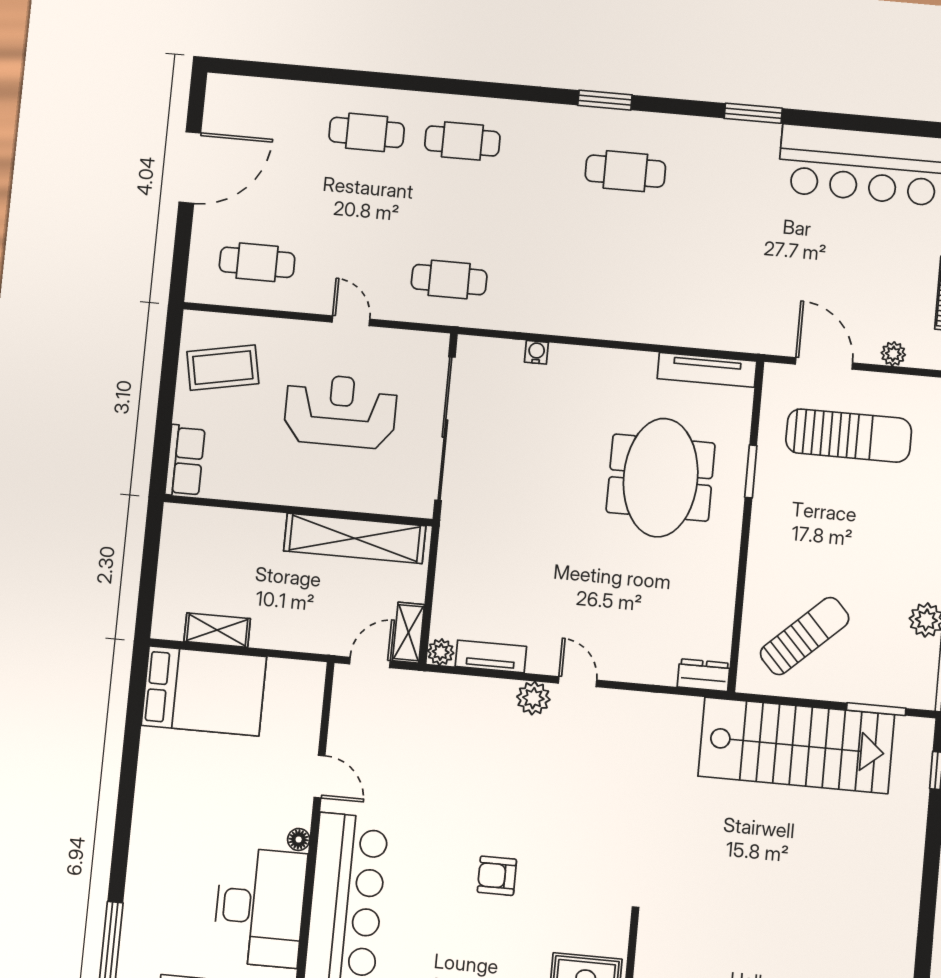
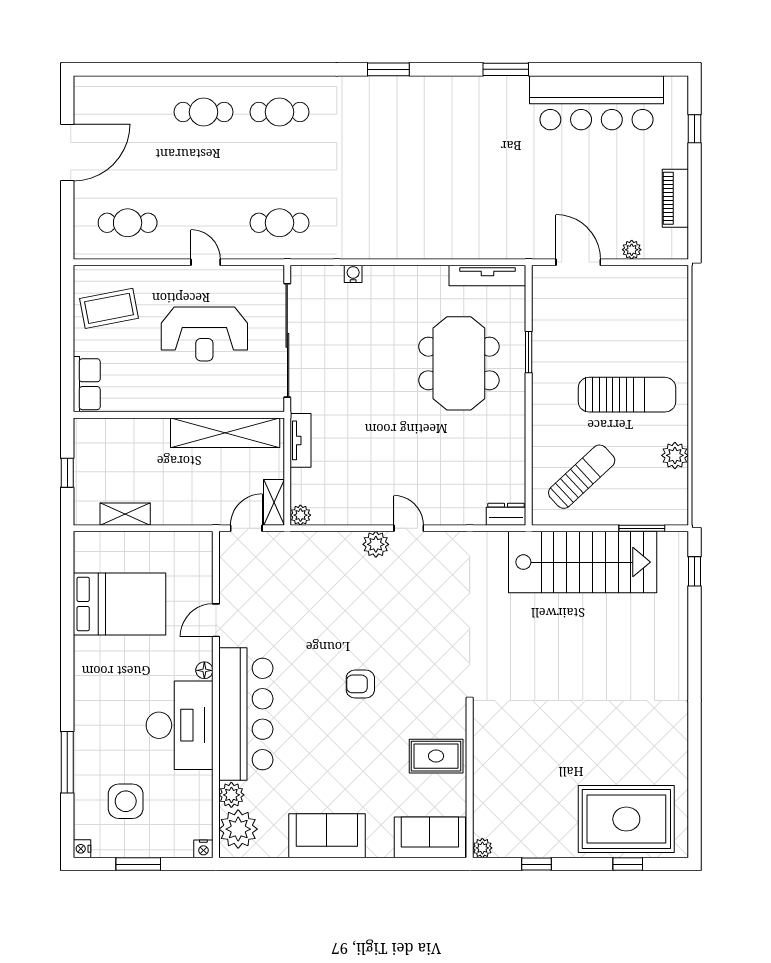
cafe table: (625, 171) -> (410, 124), removed
reception desk: (340, 411) -> (204, 334), turned 180
sun lounger: (849, 436) -> (627, 395), moved
window: (149, 571) -> (67, 473), added
tv unit: (491, 656) -> (301, 440), moved, turned 90
bed: (204, 691) -> (120, 604), moved
door: (320, 777) -> (216, 620), swing flipped

